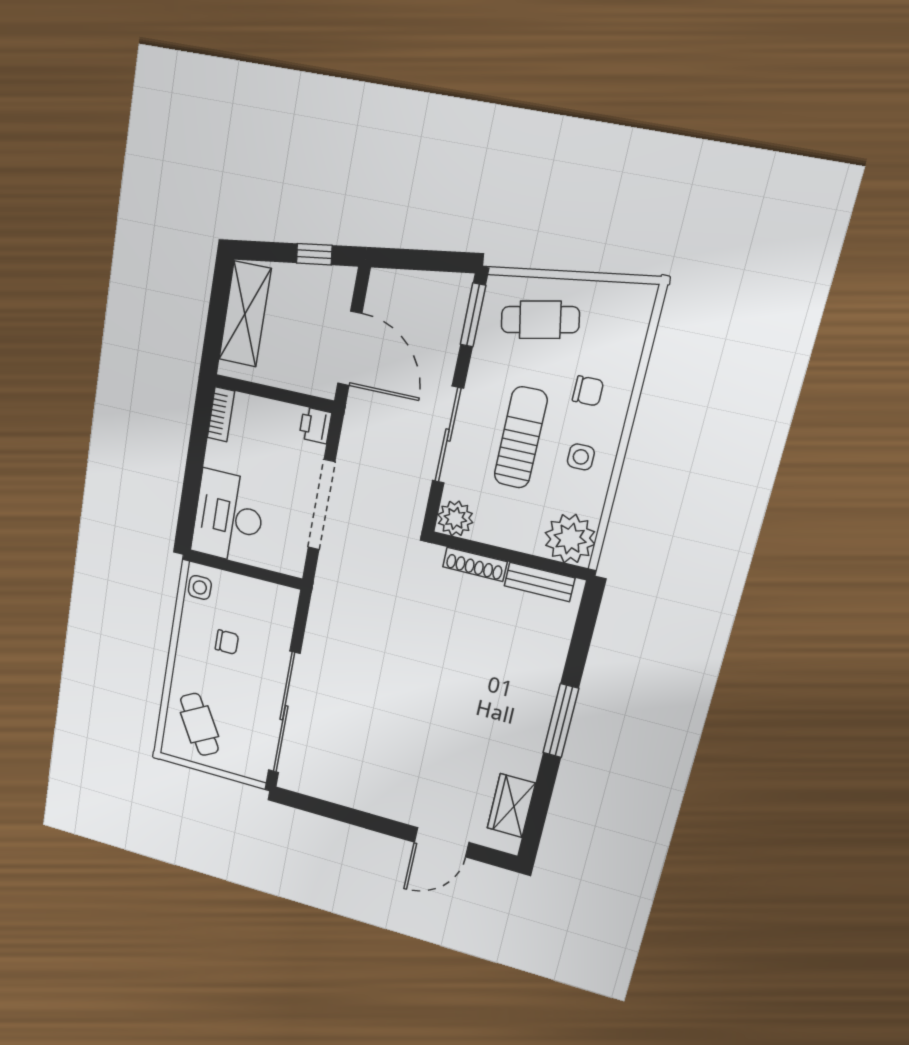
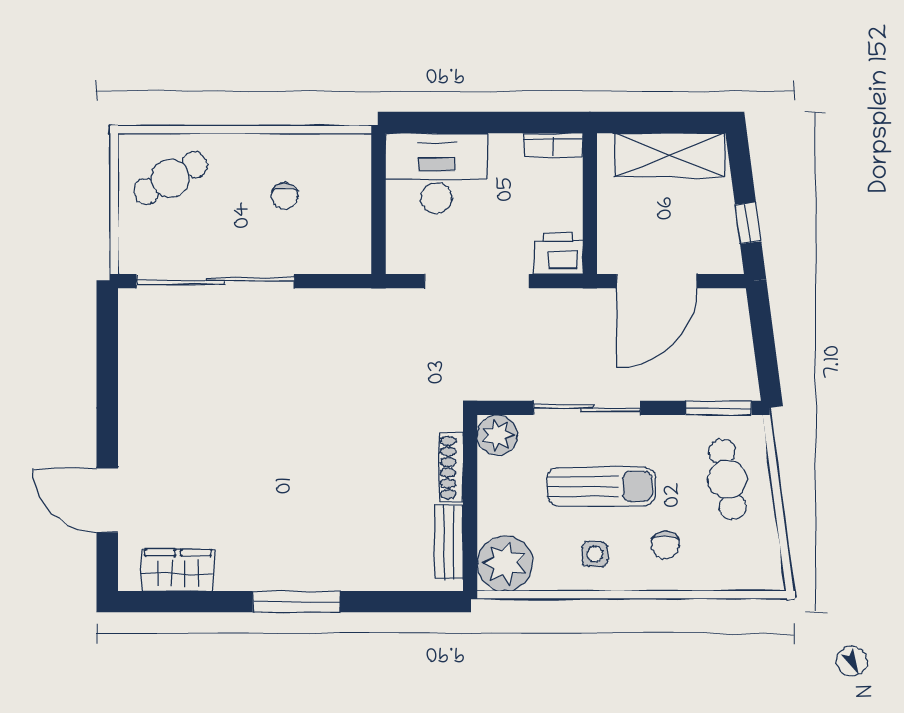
printer: (315, 425) -> (558, 254), width x1.36, depth x1.24
side table: (200, 587) -> (343, 152), removed

